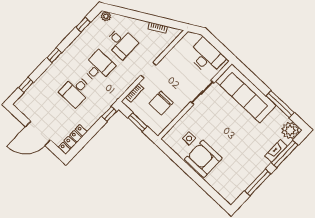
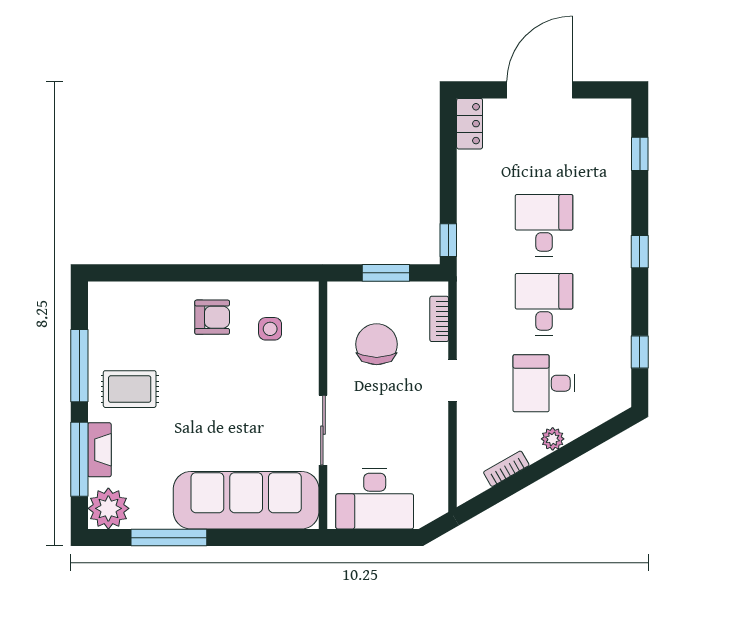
plant: (106, 16) -> (553, 439), moved
desk: (99, 67) -> (544, 304), turned 180
locker: (73, 139) -> (470, 124), width x0.66
armchair: (203, 159) -> (212, 317), width x0.53, depth x0.53
rug: (249, 161) -> (130, 389), added

